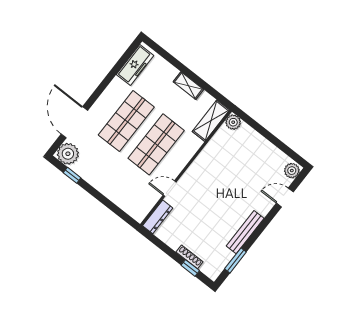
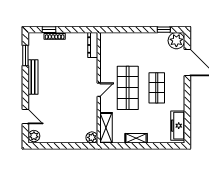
shop shelf: (126, 121) -> (157, 88), width x0.70, depth x0.74
door: (170, 189) -> (99, 90), moved
door: (285, 198) -> (25, 117), hinge flipped

